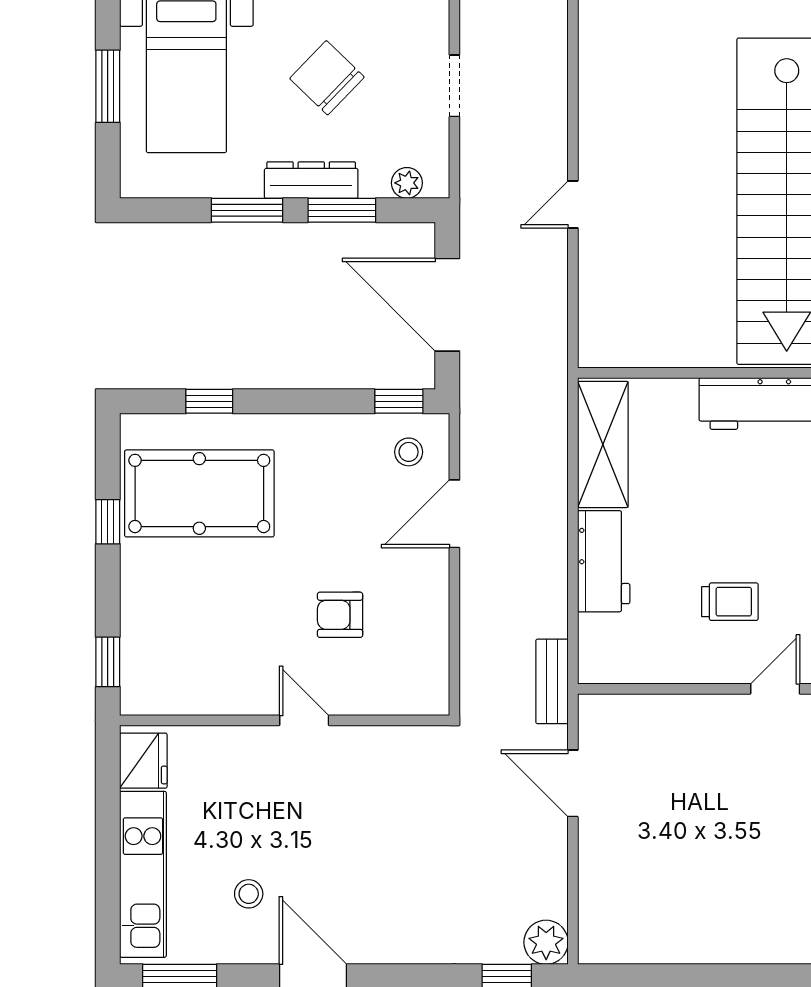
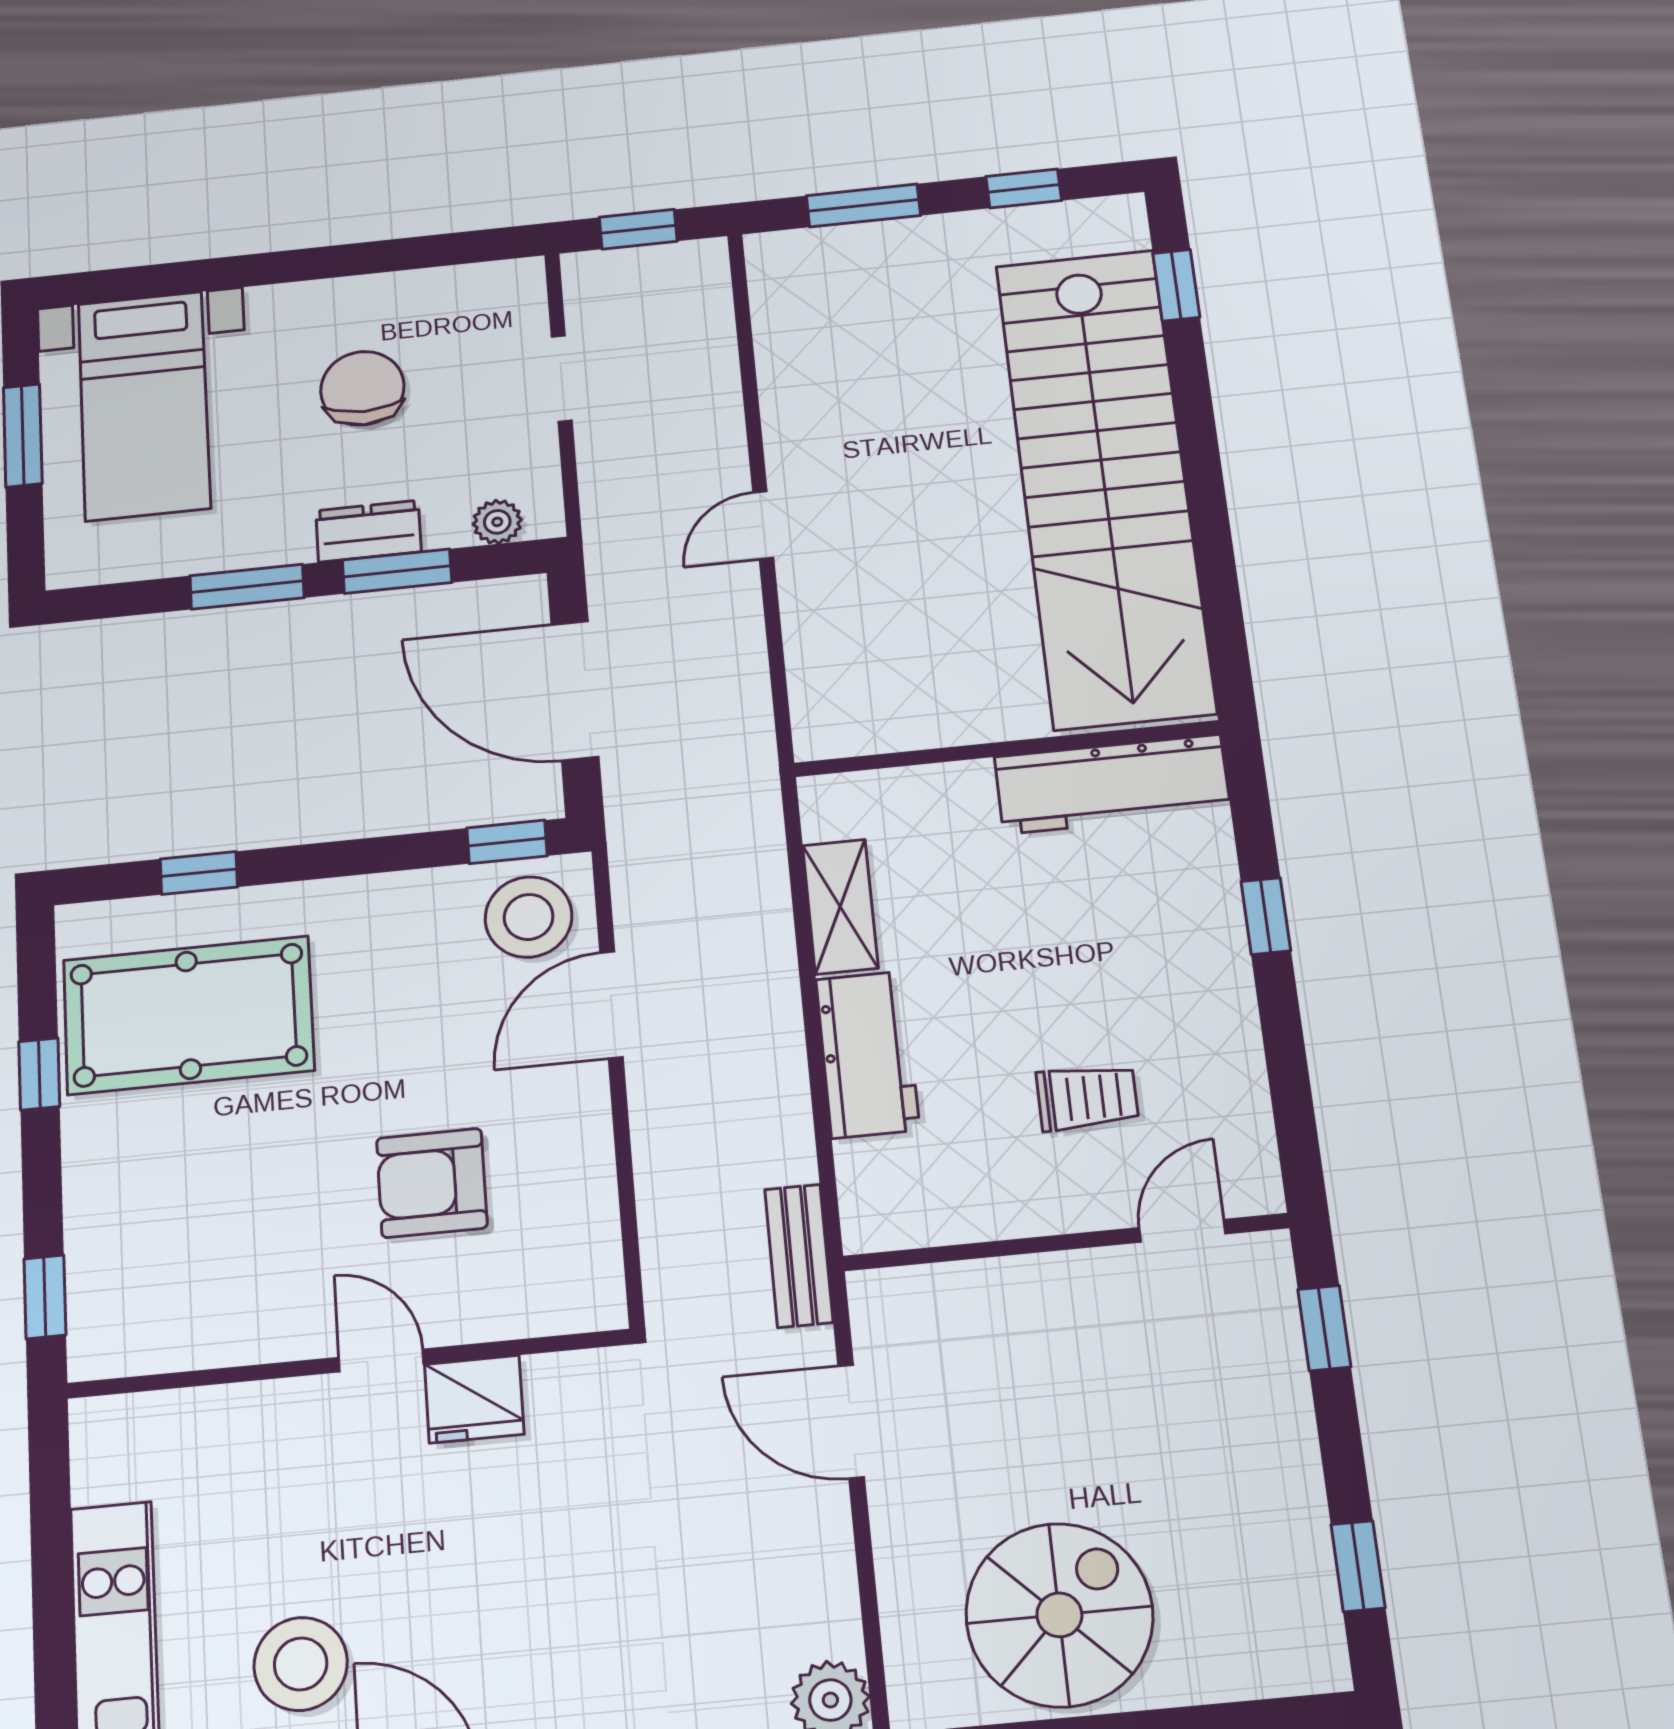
chair: (327, 78) -> (362, 388), turned 46
dresser: (311, 180) -> (368, 531), width x0.70
shelving: (603, 444) -> (840, 907), width x0.67, depth x0.75
stool: (409, 452) -> (529, 917), width x1.89, depth x1.89
armchair: (340, 615) -> (432, 1183), width x1.38, depth x1.38
fridge: (143, 761) -> (474, 1399), moved, turned 90
stool: (249, 894) -> (301, 1664), width x1.89, depth x1.89
spiral stairs: (679, 906) -> (1059, 1615), added

